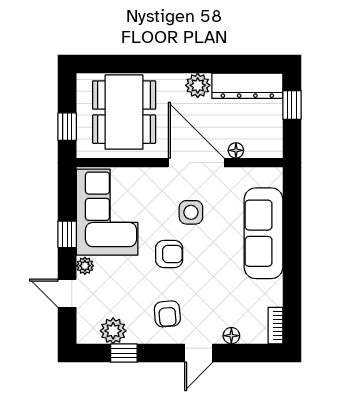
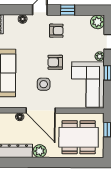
dining table: (124, 112) -> (79, 137), turned 90
armchair: (167, 314) -> (56, 31), turned 95
plant: (113, 331) -> (98, 22), moved
window: (124, 353) -> (68, 10), moved

